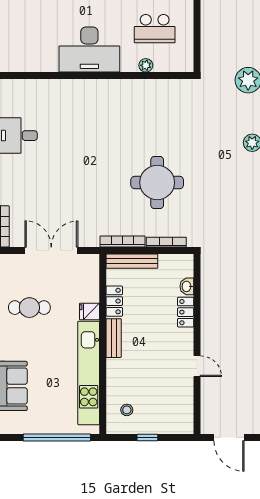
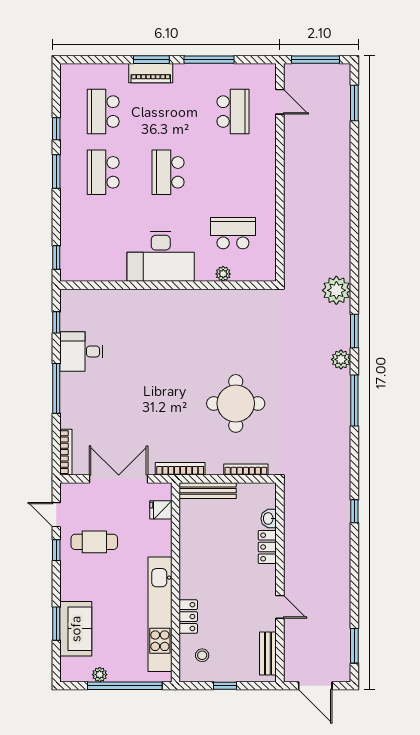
school desk: (155, 29) -> (233, 233), turned 180
bookcase: (123, 242) -> (180, 469), moved
locker: (114, 301) -> (188, 617), moved
fridge: (90, 312) -> (161, 510), moved
bench: (114, 338) -> (268, 654), moved
plant: (34, 427) -> (100, 675), added

